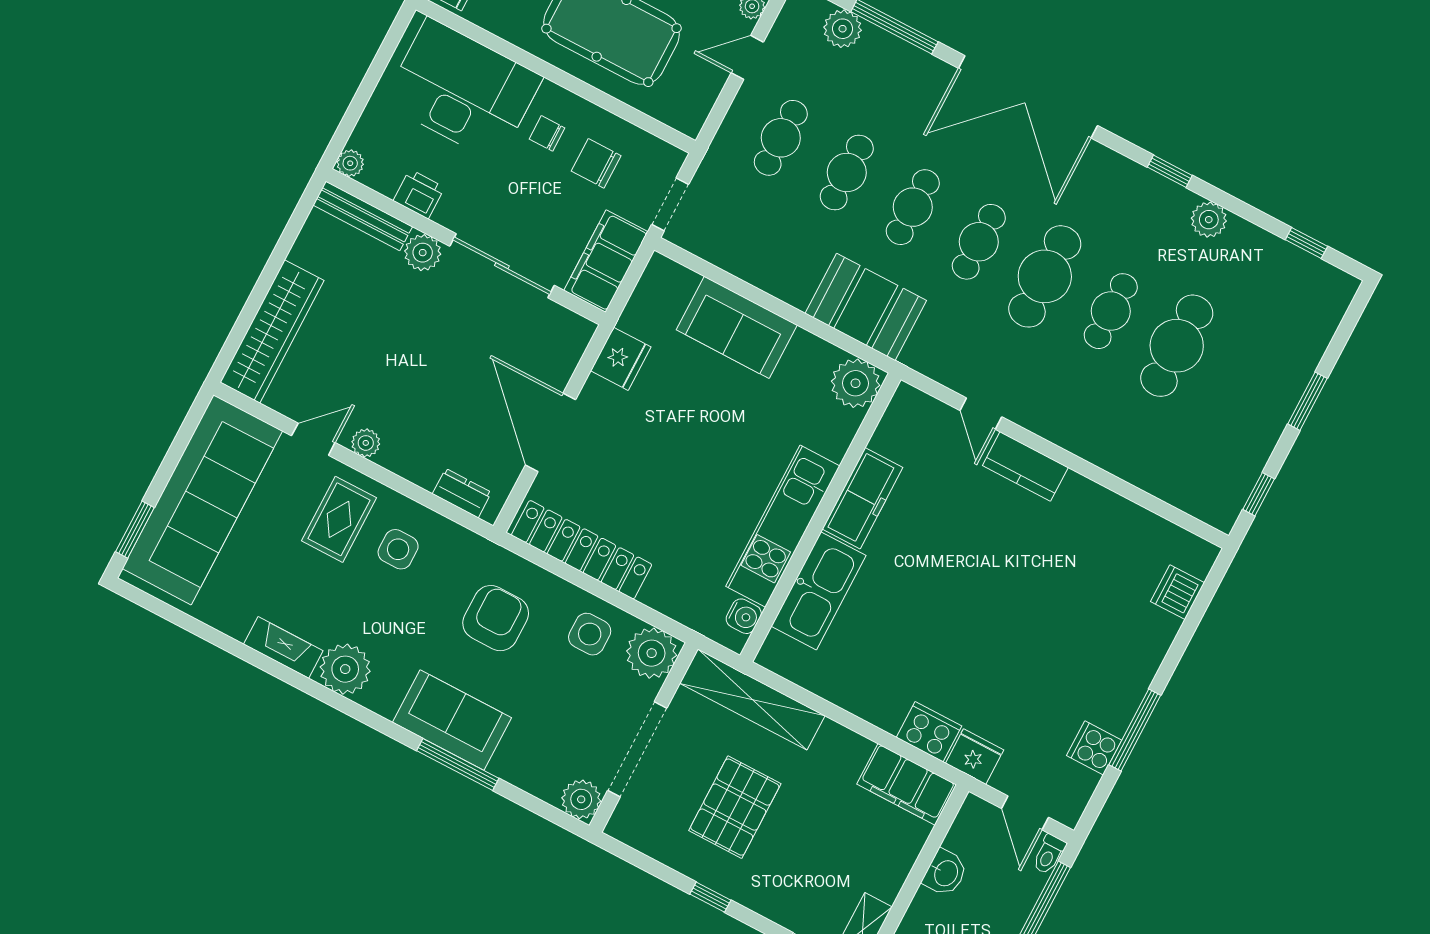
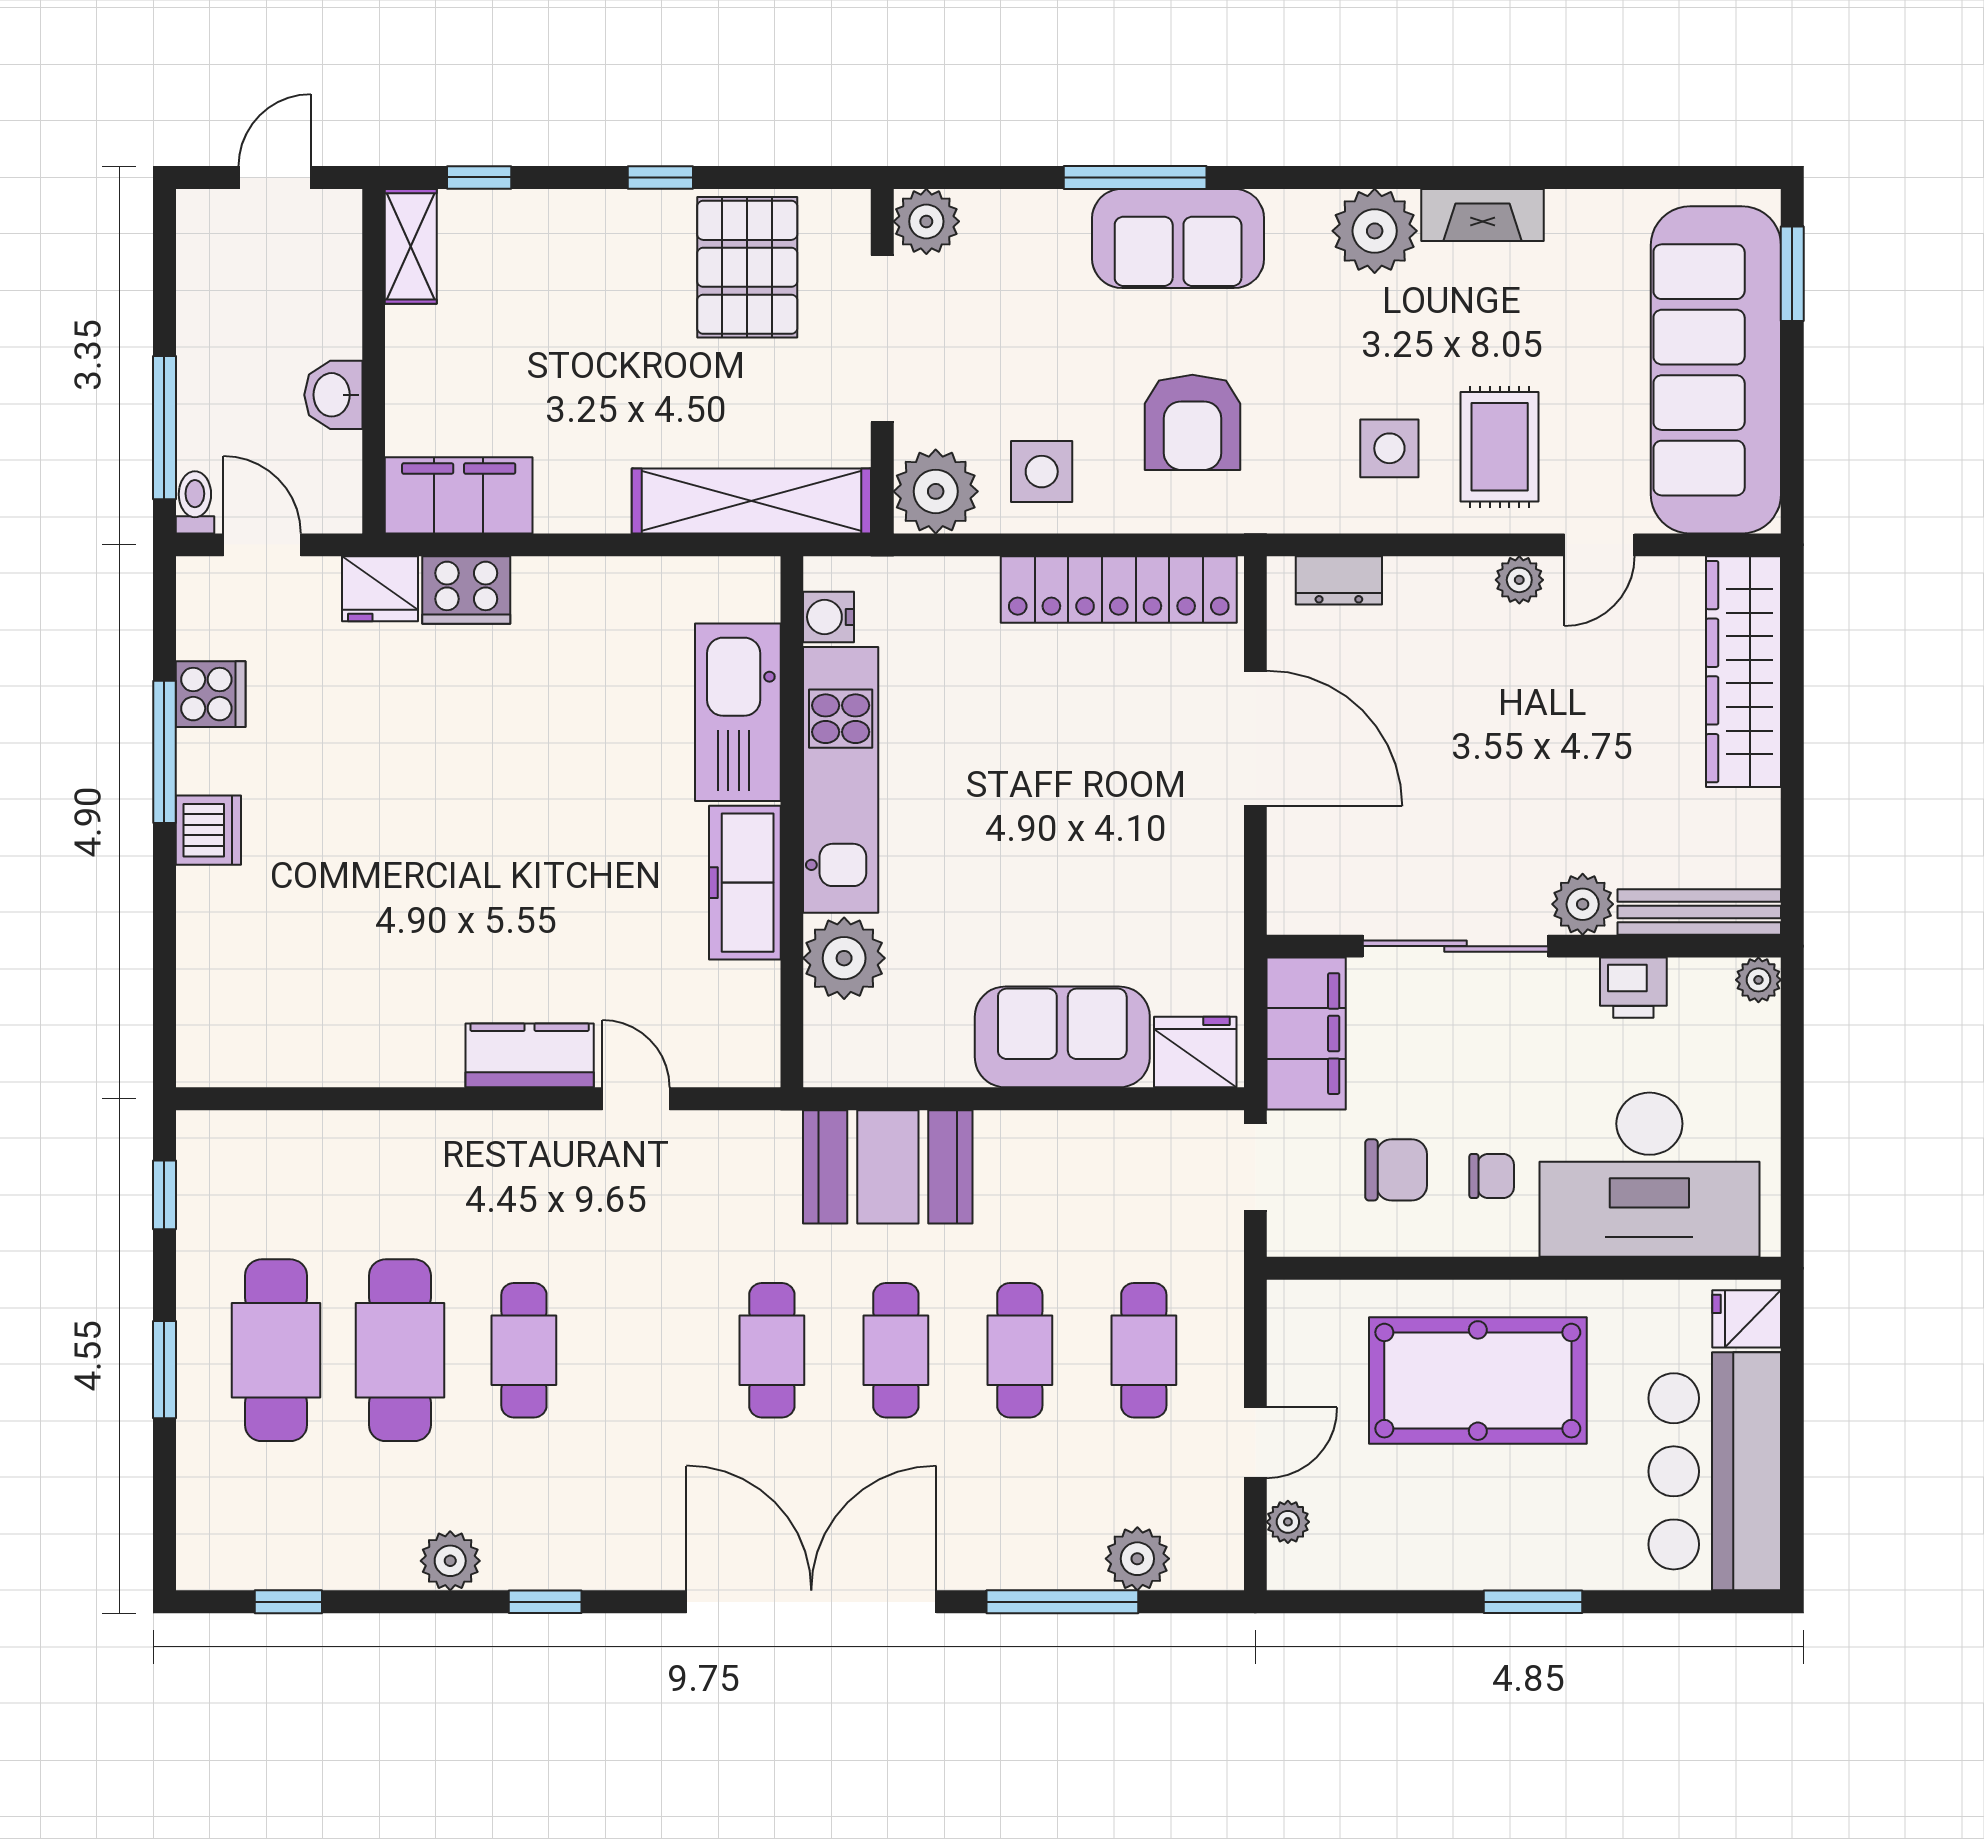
cafe table: (1045, 276) -> (276, 1350), moved
fridge: (621, 359) -> (1195, 1052), moved, turned 90
plant: (856, 383) -> (844, 958), moved
dishwasher: (1177, 592) -> (208, 830), moved
pallet: (735, 807) -> (747, 267), moved

